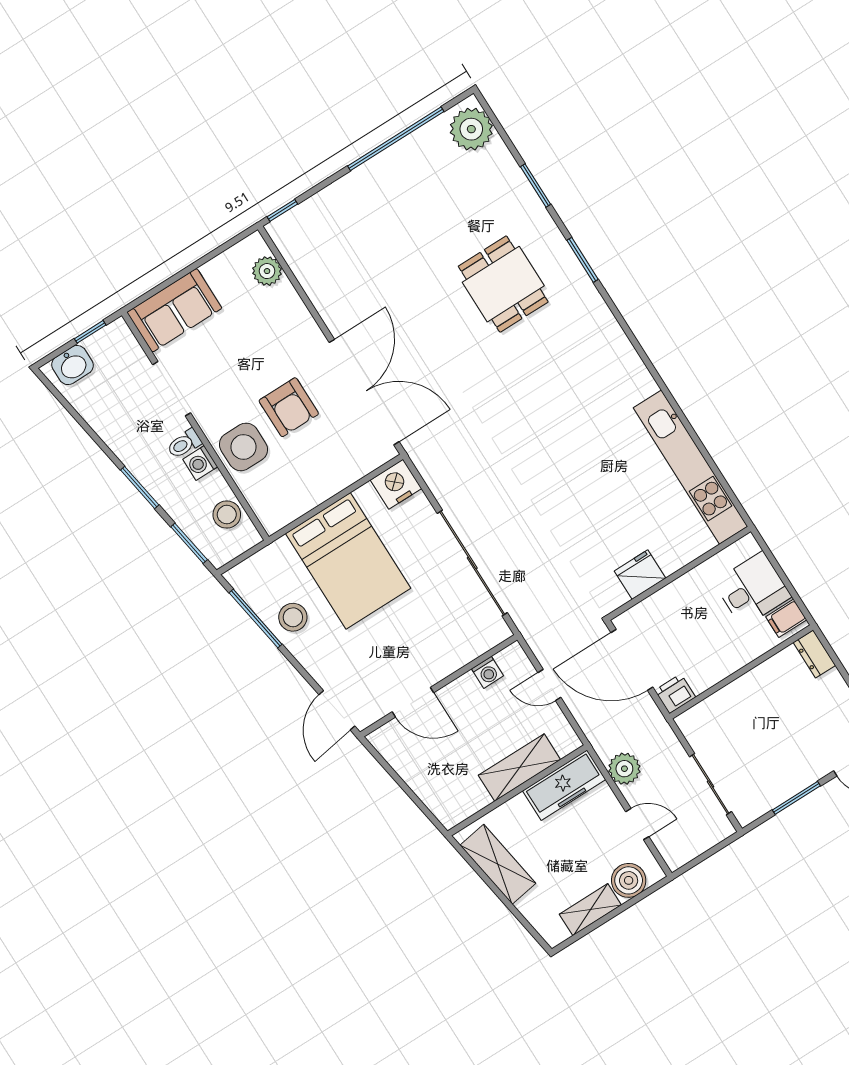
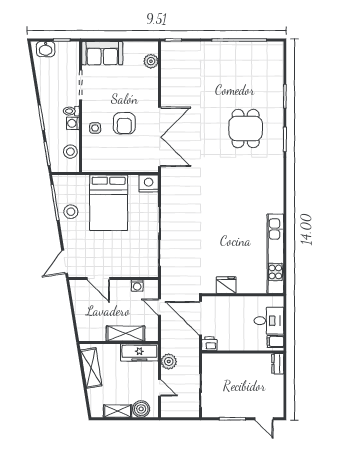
plant: (471, 129) -> (273, 56), removed
side table: (243, 447) -> (95, 128), width x0.54, depth x0.54

